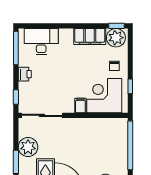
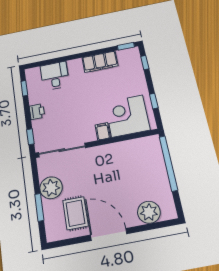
plant: (116, 38) -> (128, 57), removed
desk: (41, 42) -> (55, 76), width x0.73
window: (130, 47) -> (145, 63), added
window: (16, 48) -> (24, 88), width x0.46
chair: (114, 66) -> (132, 84), removed

